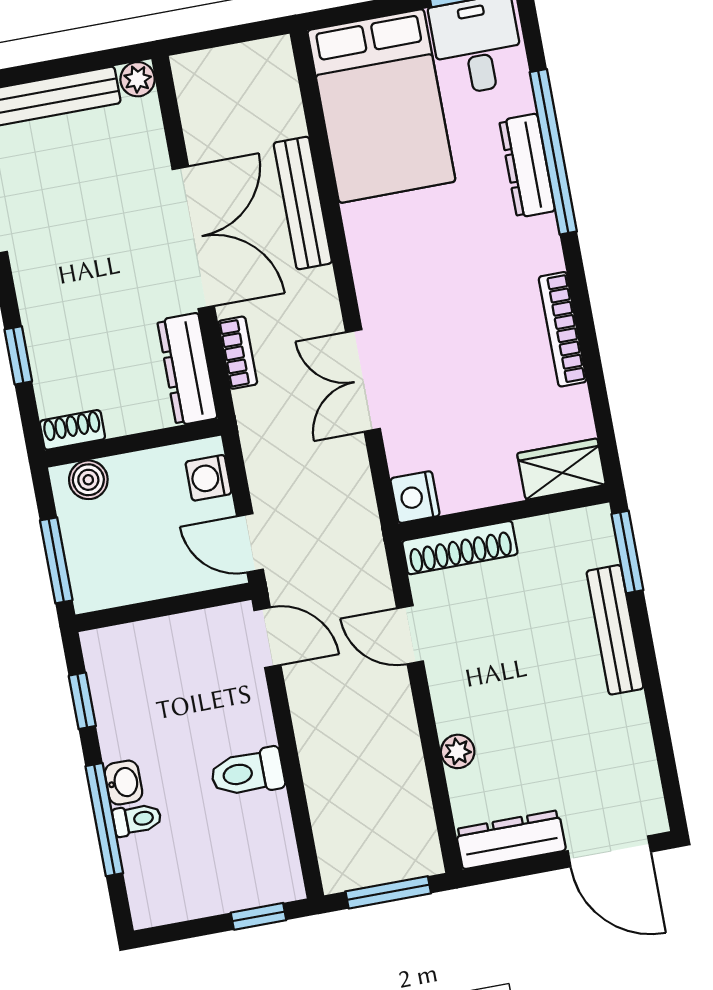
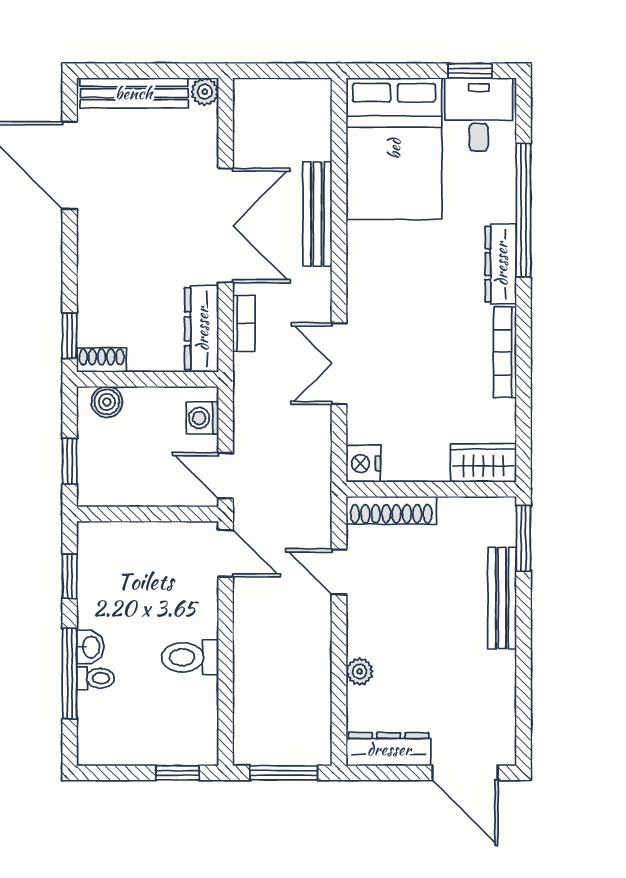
dresser: (527, 166) -> (501, 264), moved
window: (18, 355) -> (70, 336), moved
window: (56, 560) -> (70, 461), width x0.67

